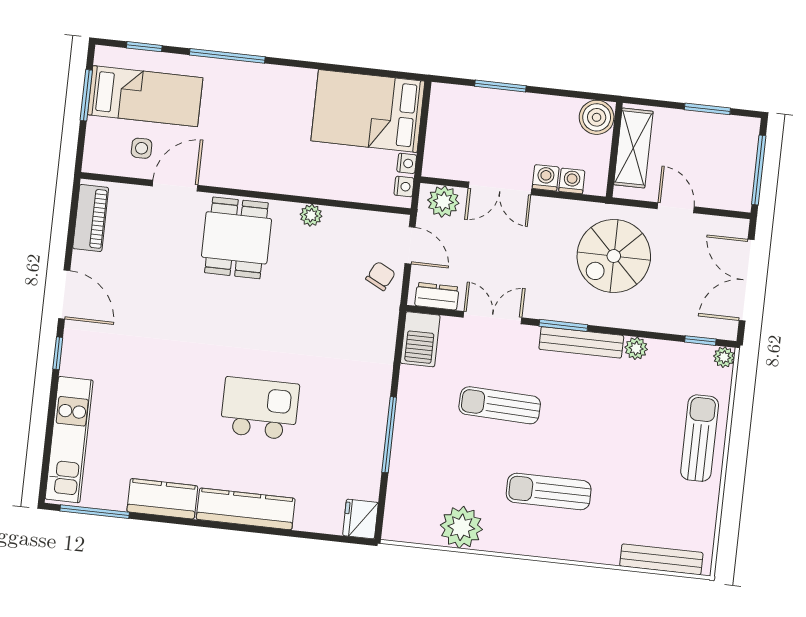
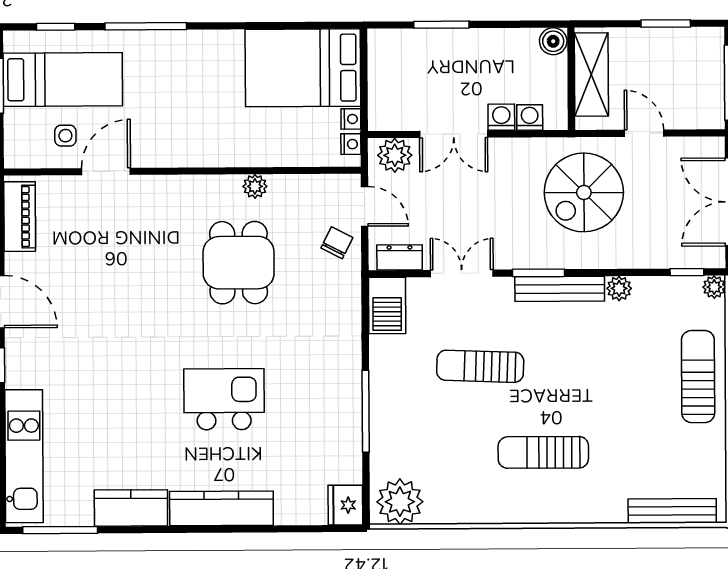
boiler: (597, 117) -> (553, 41), width x0.73, depth x0.73
dining table: (236, 238) -> (239, 263), moved
plant: (461, 527) -> (400, 502), moved

